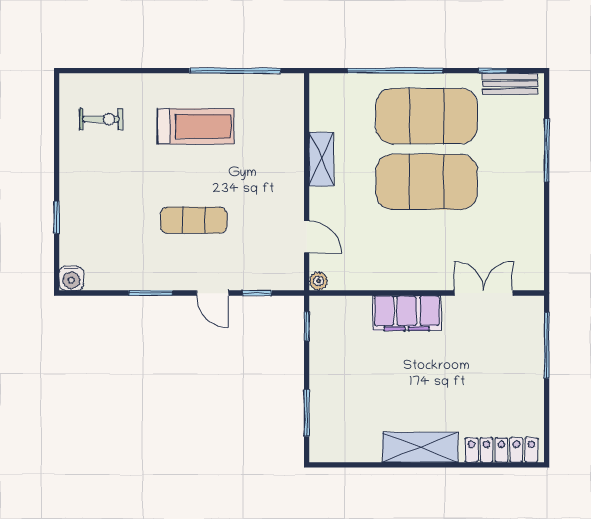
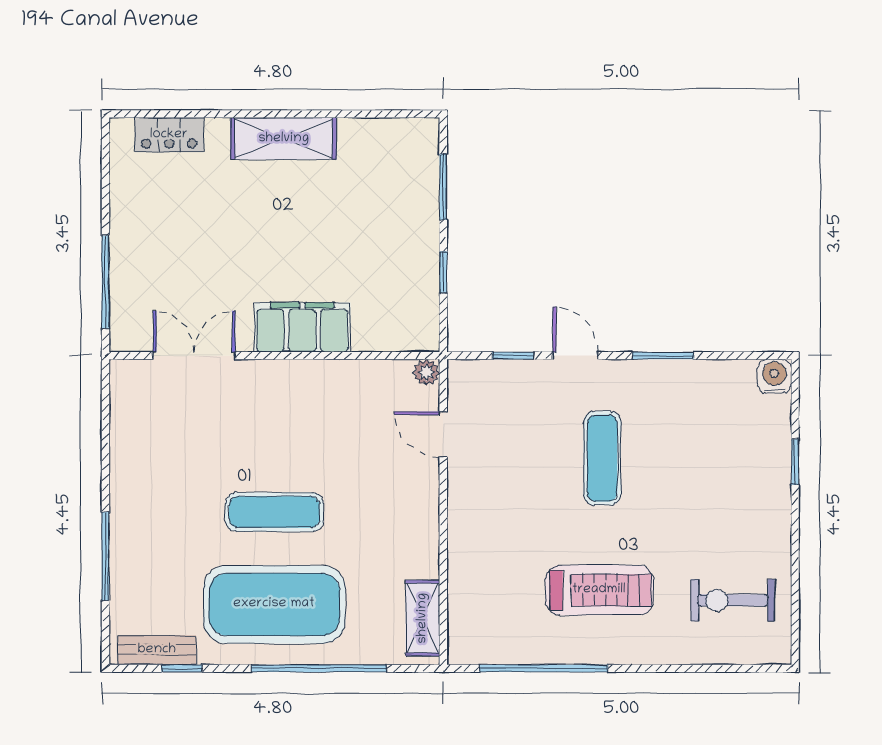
exercise bike: (101, 119) -> (733, 600), width x1.38, depth x1.39
treadmill: (196, 126) -> (599, 590), turned 180
shelving: (321, 159) -> (423, 618), moved
exercise mat: (427, 182) -> (274, 512), width x0.50, depth x0.69
exercise mat: (194, 220) -> (602, 458), turned 90
double door: (484, 293) -> (194, 356), swing flipped
window: (307, 326) -> (443, 272), moved
locker: (501, 450) -> (169, 135), width x0.66

